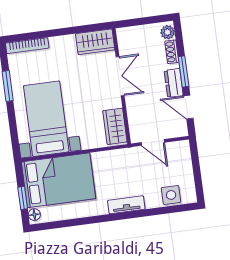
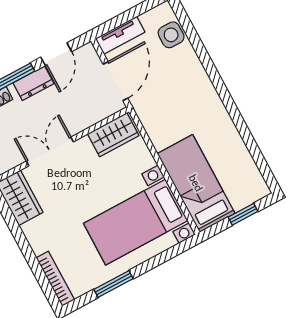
door: (153, 142) -> (115, 81), width x1.38
bed: (59, 180) -> (196, 183), width x0.67
tv unit: (126, 205) -> (120, 35), moved, turned -90
floor lamp: (34, 215) -> (258, 192), removed

